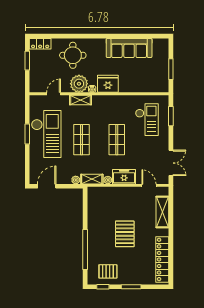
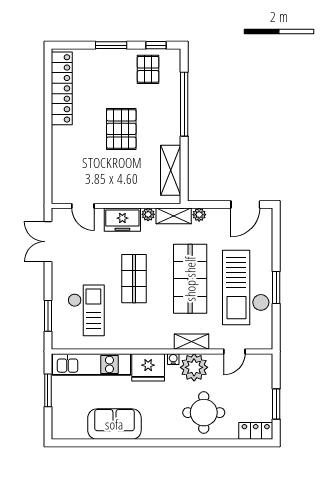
sofa: (129, 48) -> (114, 424), width x0.73
kitchen unit: (143, 86) -> (92, 364), added
checkout: (147, 120) -> (86, 310), turned 180
shop shelf: (81, 140) -> (190, 279), width x1.43, depth x1.36
shelving: (162, 212) -> (171, 170), moved
pallet: (108, 271) -> (148, 69), turned 90

